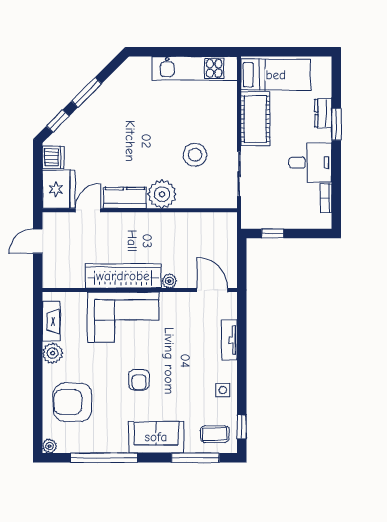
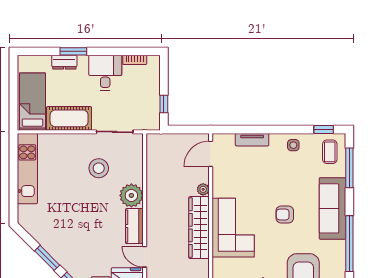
armchair: (139, 380) -> (285, 214), turned 180
sofa: (156, 437) -> (332, 208), width x1.36

